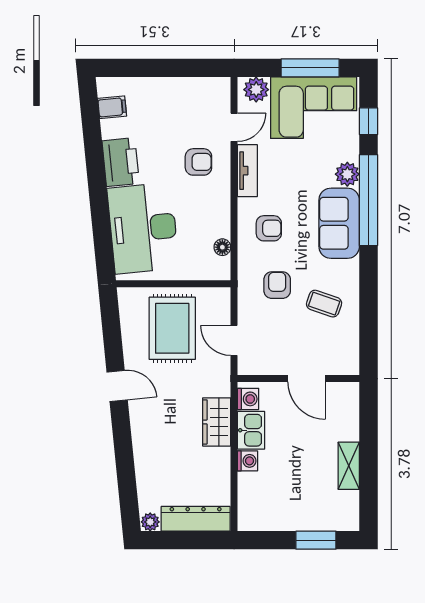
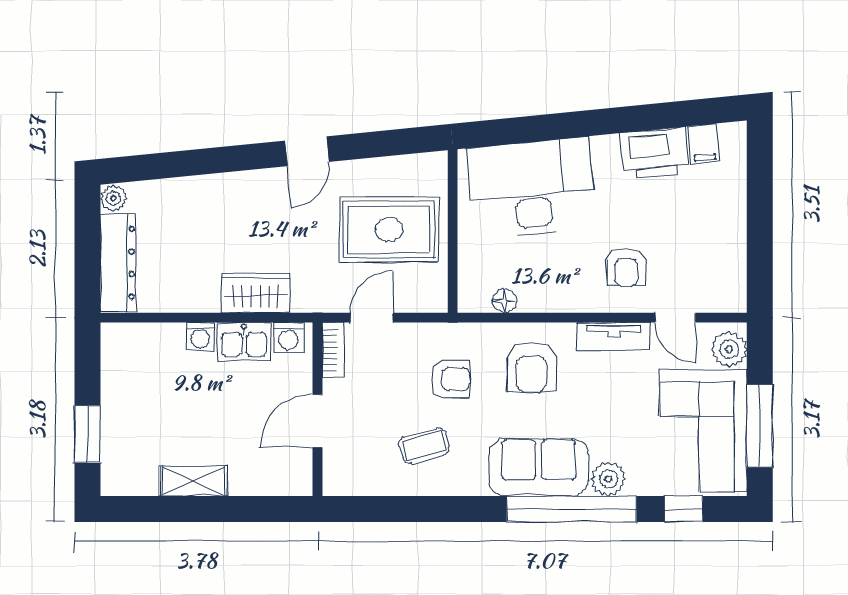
printer: (121, 162) -> (655, 153), moved
armchair: (269, 228) -> (531, 367), width x1.38, depth x1.38
coffee table: (324, 304) -> (424, 446), turned 56
bookcase: (257, 367) -> (333, 350), added

